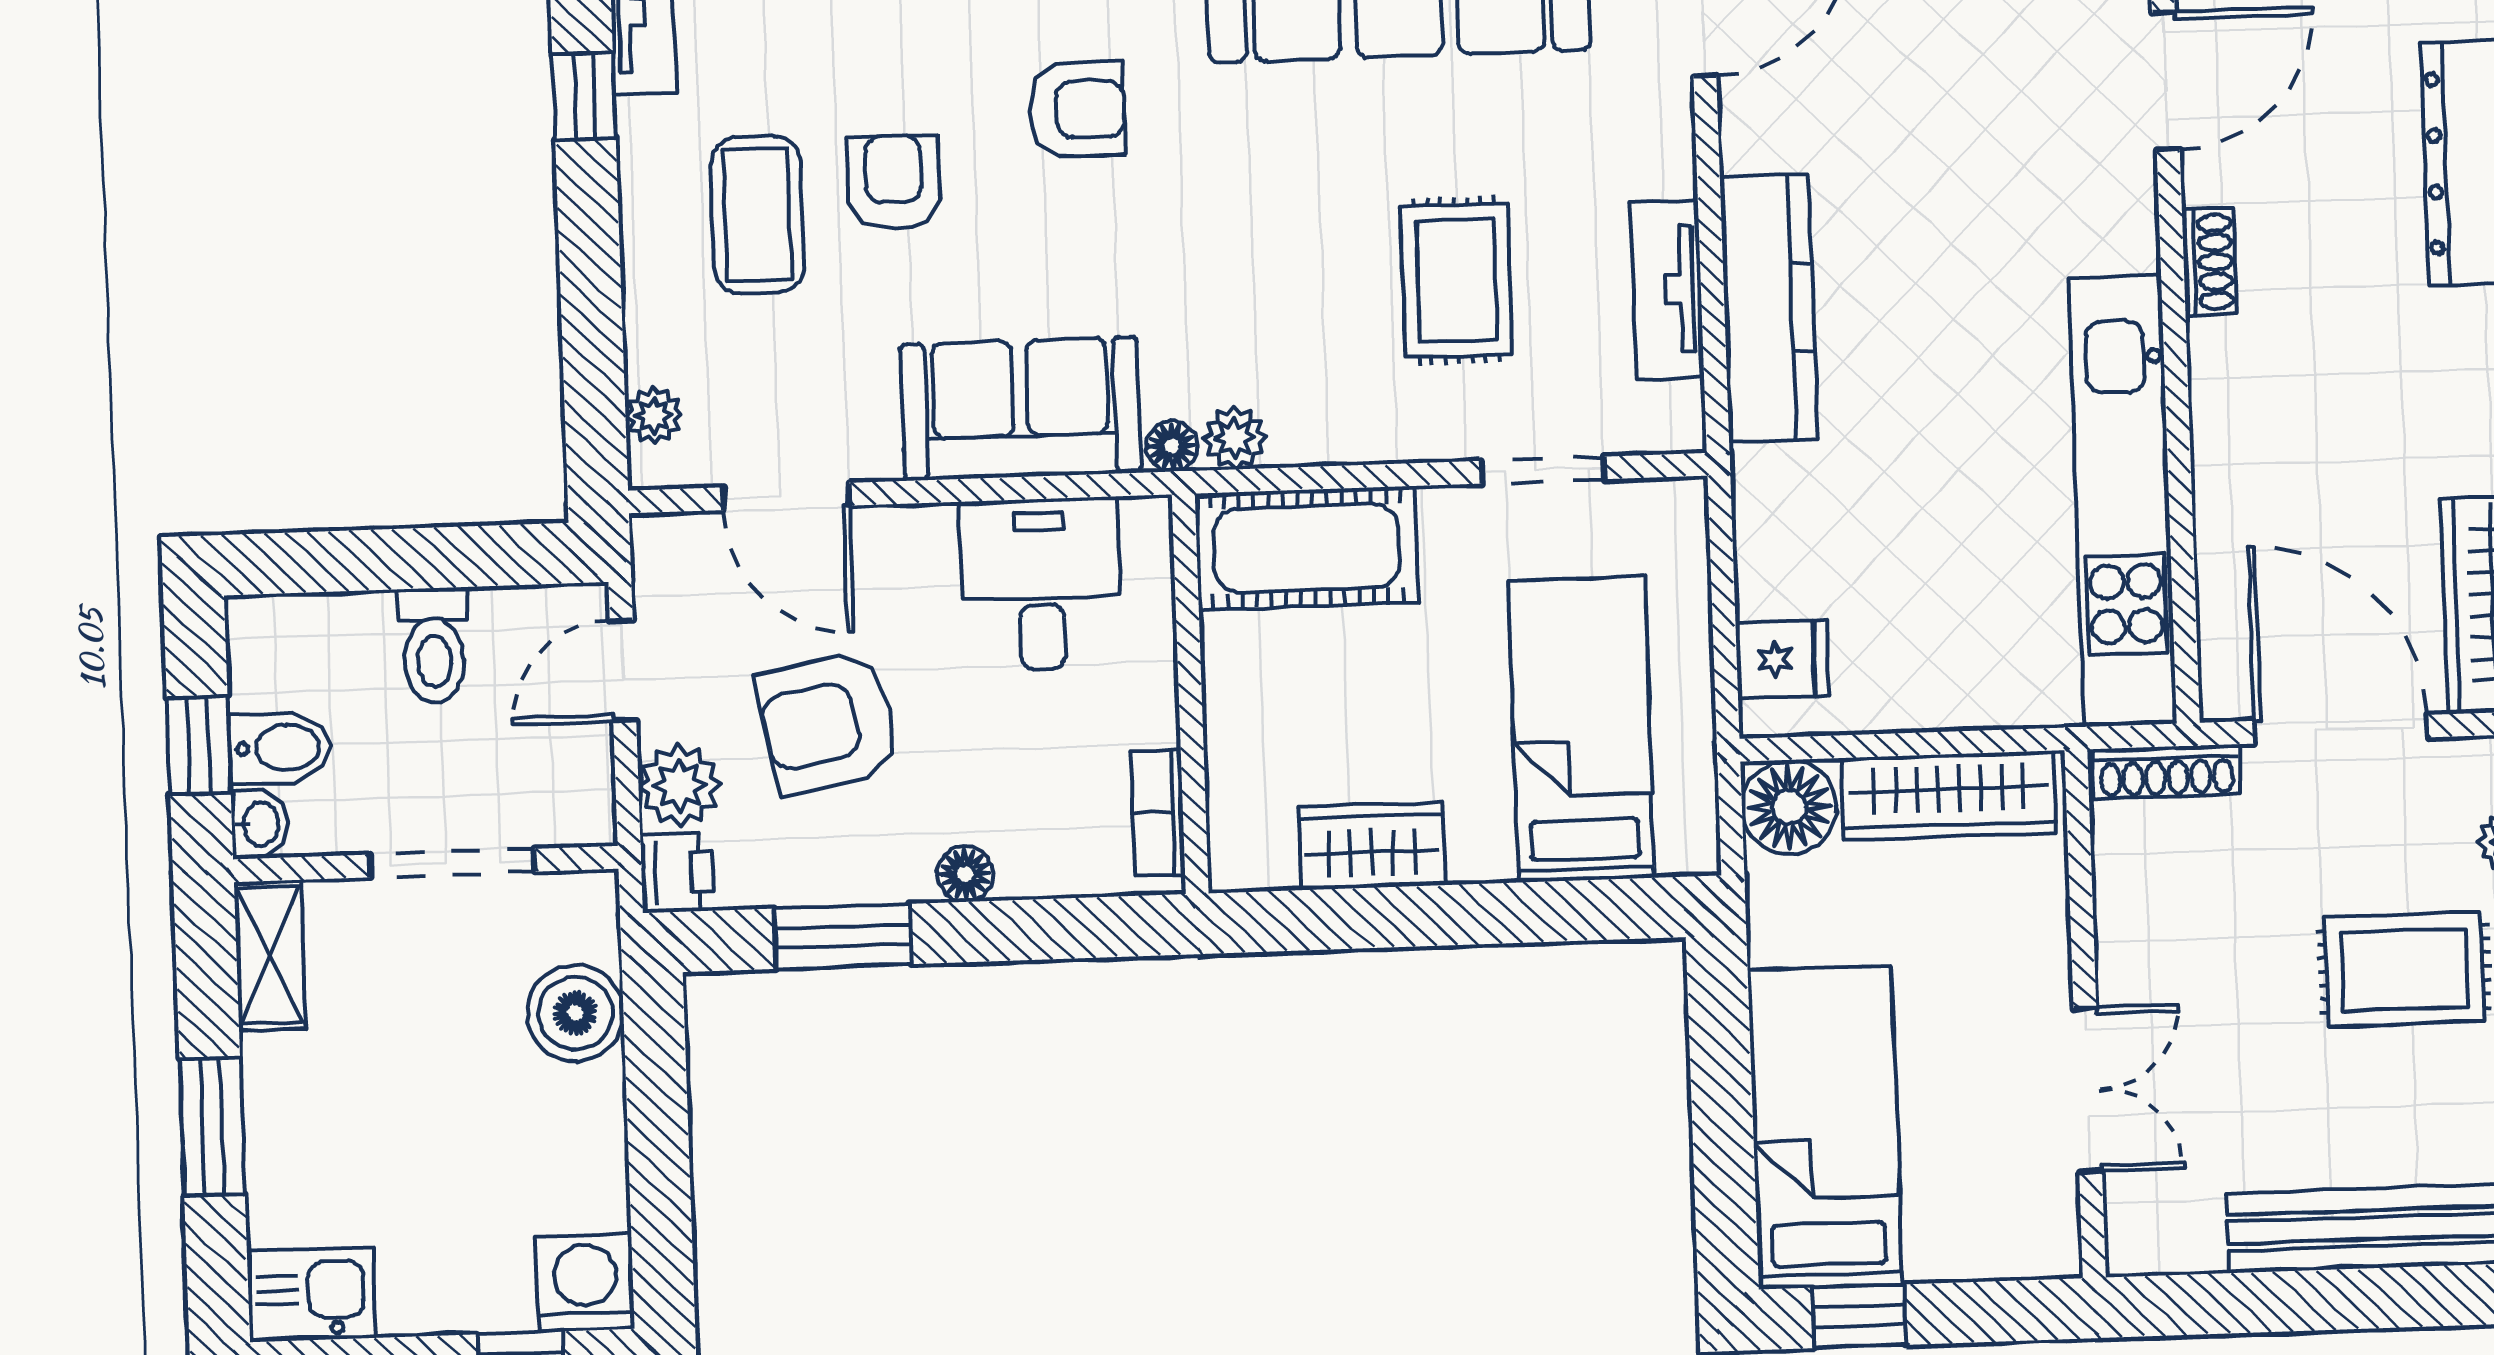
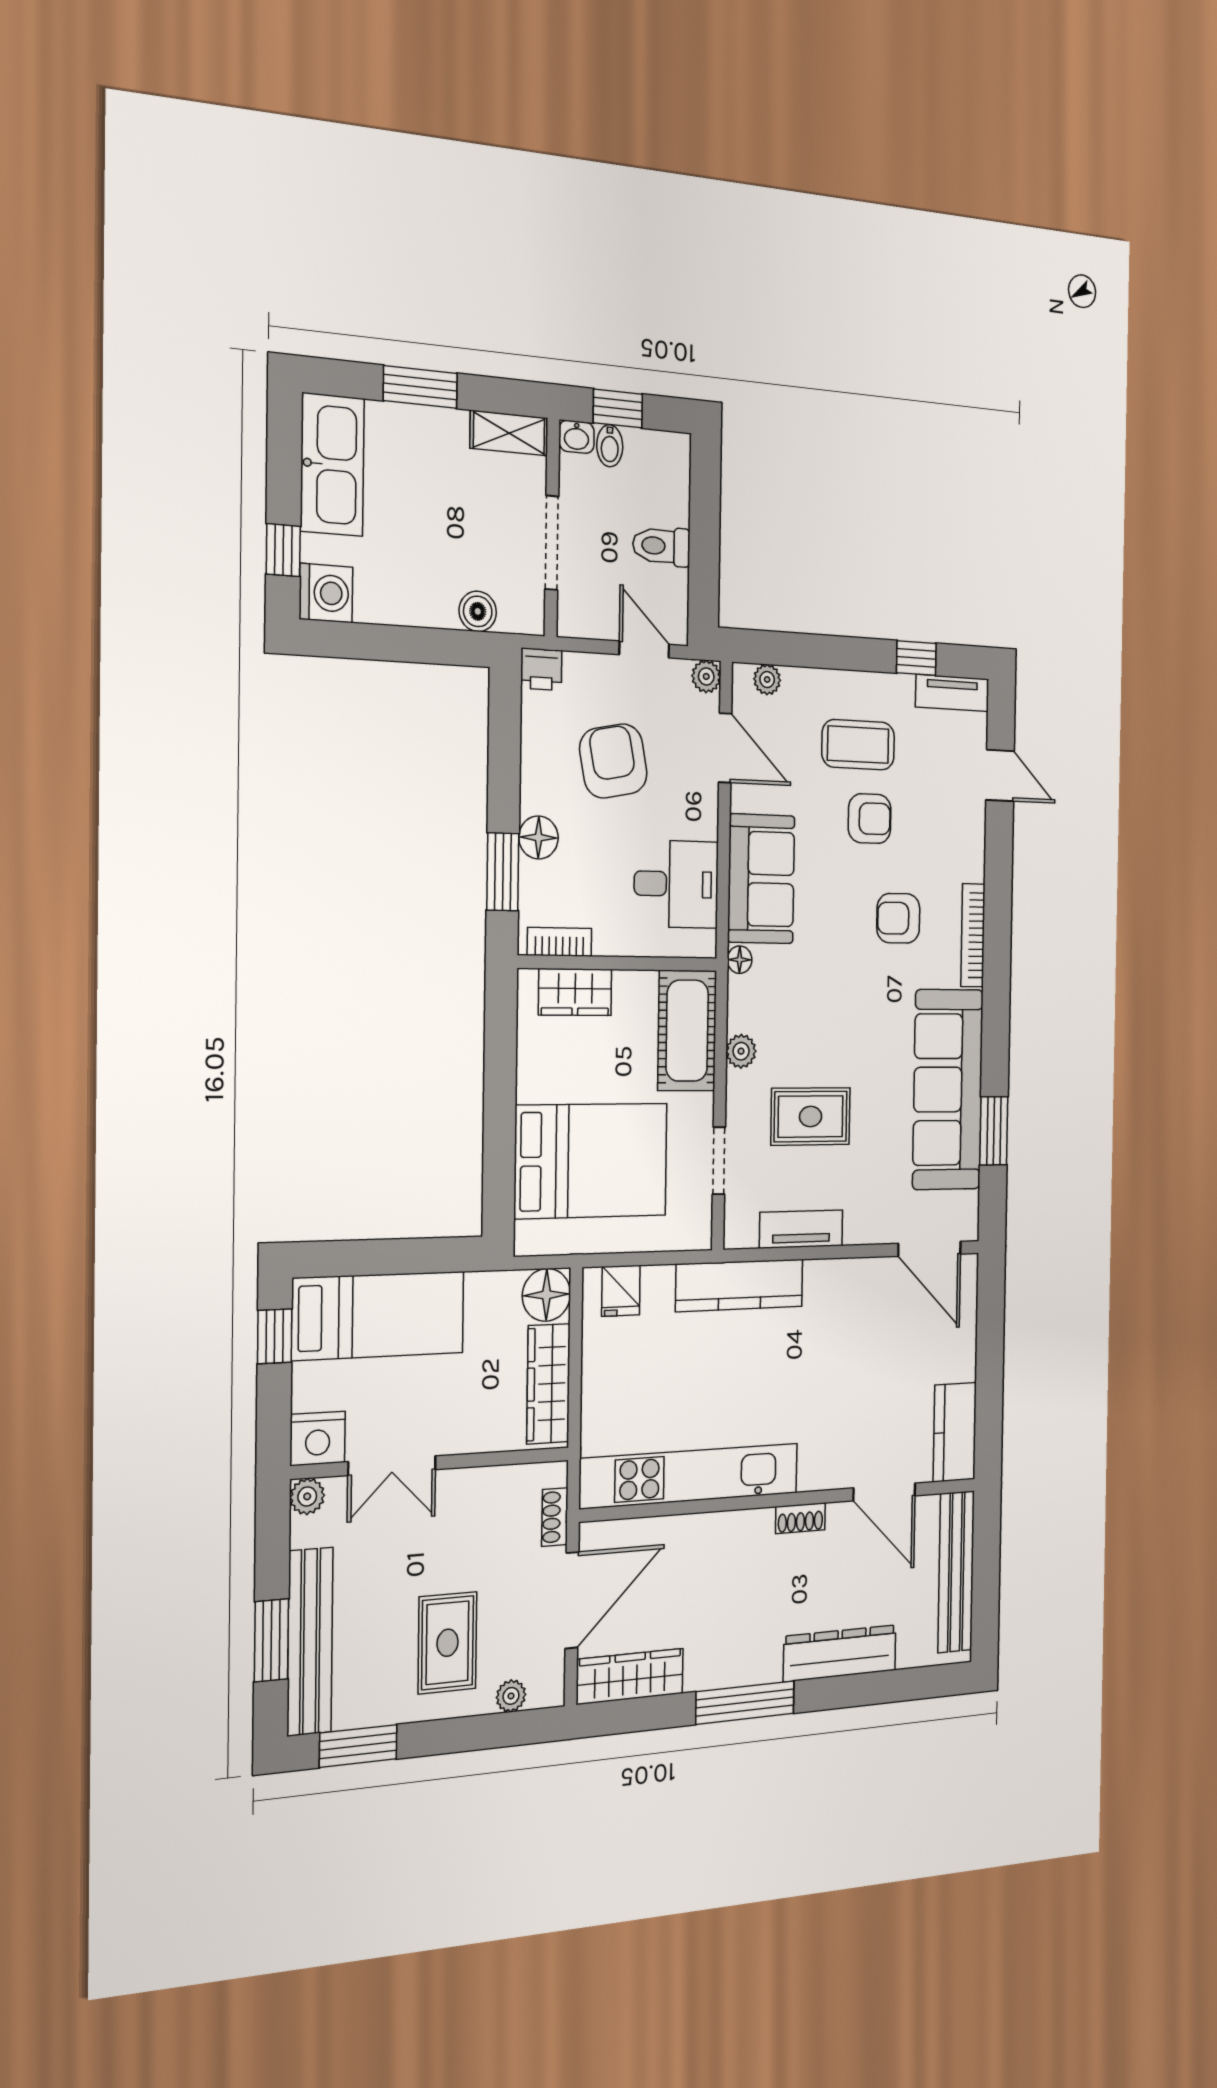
armchair: (1077, 109) -> (898, 918), turned 90
kitchen counter: (1769, 308) -> (740, 1285), moved
plant: (1235, 438) -> (741, 1051), moved
door: (786, 496) -> (725, 748), swing flipped
bed: (1581, 729) -> (591, 1161), width x1.50
bidet: (280, 748) -> (610, 446), width x0.72, depth x0.74
shoe rack: (2167, 772) -> (555, 1517), width x0.70
plant: (680, 786) -> (706, 676), moved, width x0.73, depth x0.73
wardrobe: (1372, 846) -> (575, 992), moved, turned 90
floor lamp: (965, 874) -> (538, 837), width x1.37, depth x1.37
window: (843, 936) -> (503, 872), moved
boiler: (575, 1013) -> (478, 611), width x0.73, depth x0.73
nightstand: (2037, 1230) -> (318, 1438), added
plant: (2136, 1244) -> (307, 1496), added
kitchen sink: (311, 1295) -> (332, 465), width x1.88, depth x1.24
window: (2382, 1298) -> (271, 1640), added

